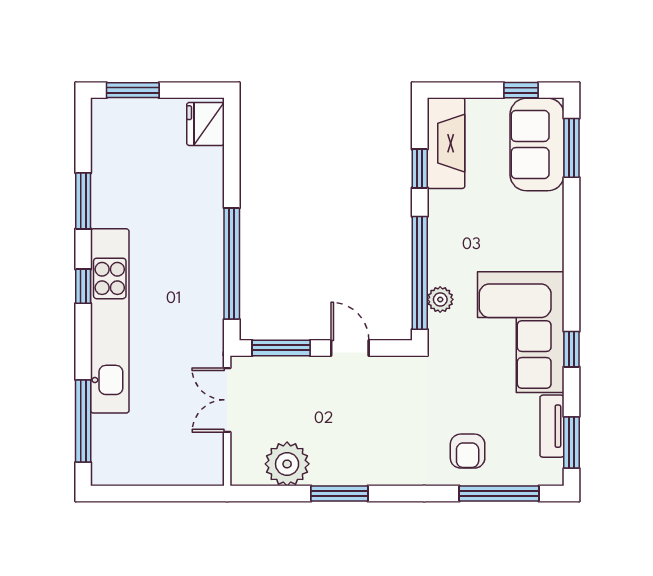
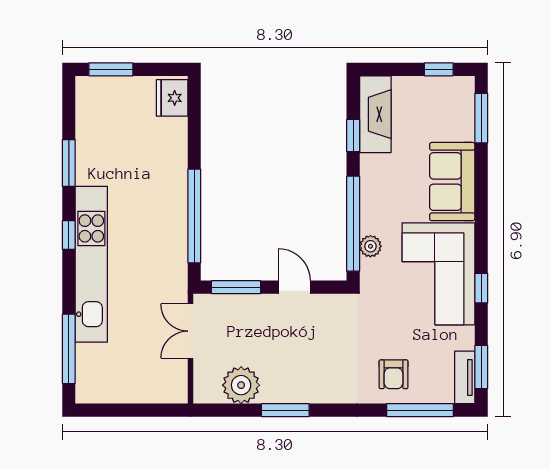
sofa: (537, 145) -> (452, 182), moved
tv unit: (552, 426) -> (465, 377), moved

